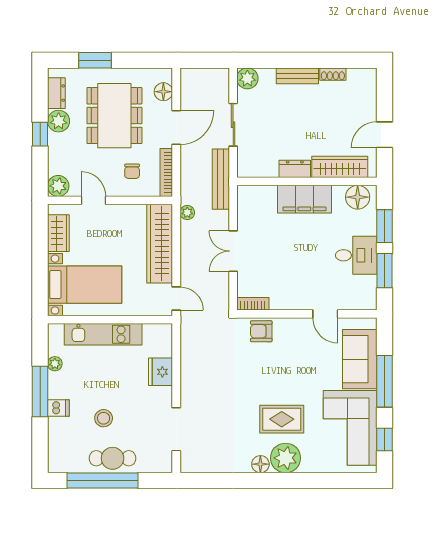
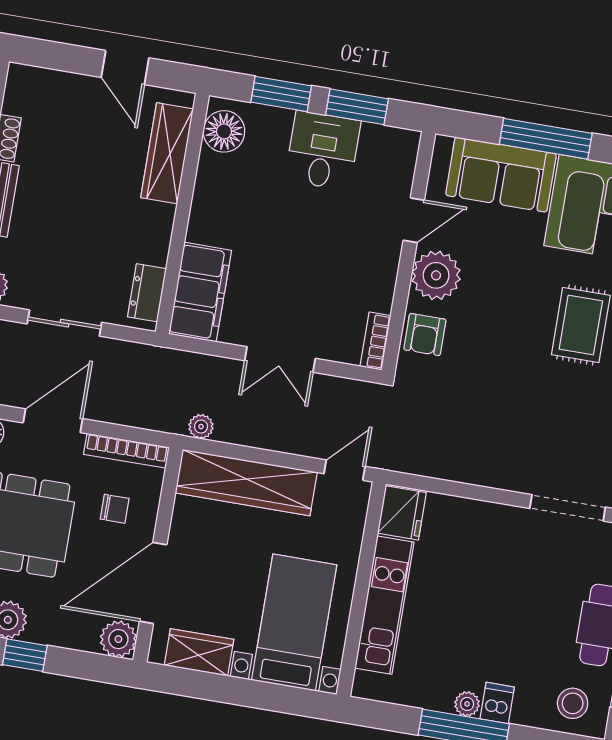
door: (176, 128) -> (53, 421), hinge flipped
dresser: (295, 169) -> (147, 293), moved
bench: (221, 179) -> (153, 360), removed
filing cabinet: (304, 199) -> (200, 292), moved
door: (94, 200) -> (153, 583), width x1.87
plant: (296, 332) -> (436, 275), added
plant: (55, 364) -> (467, 704), moved
fridge: (161, 372) -> (402, 513), moved, turned -90
stool: (104, 418) -> (573, 703), moved

